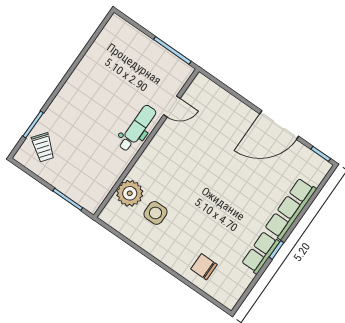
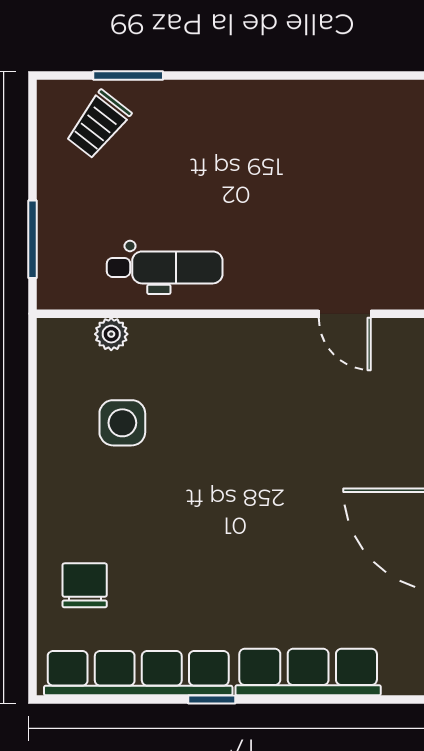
dental chair: (137, 128) -> (165, 267), moved
plant: (130, 193) -> (111, 334), width x0.53, depth x0.53
row of seats: (261, 253) -> (138, 673), width x2.02

